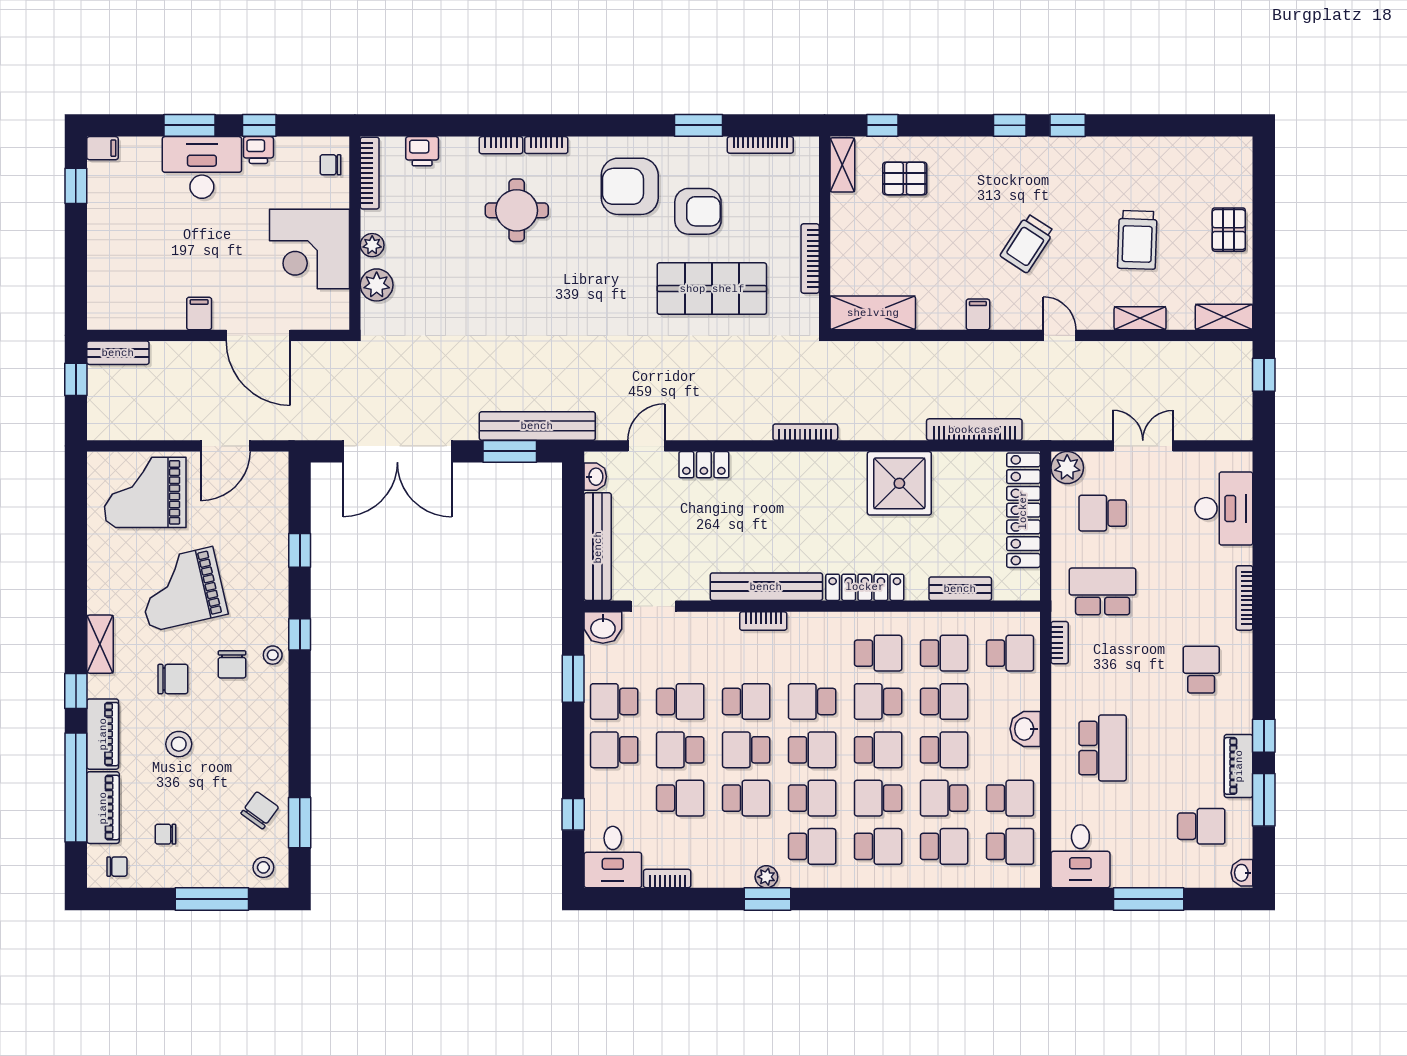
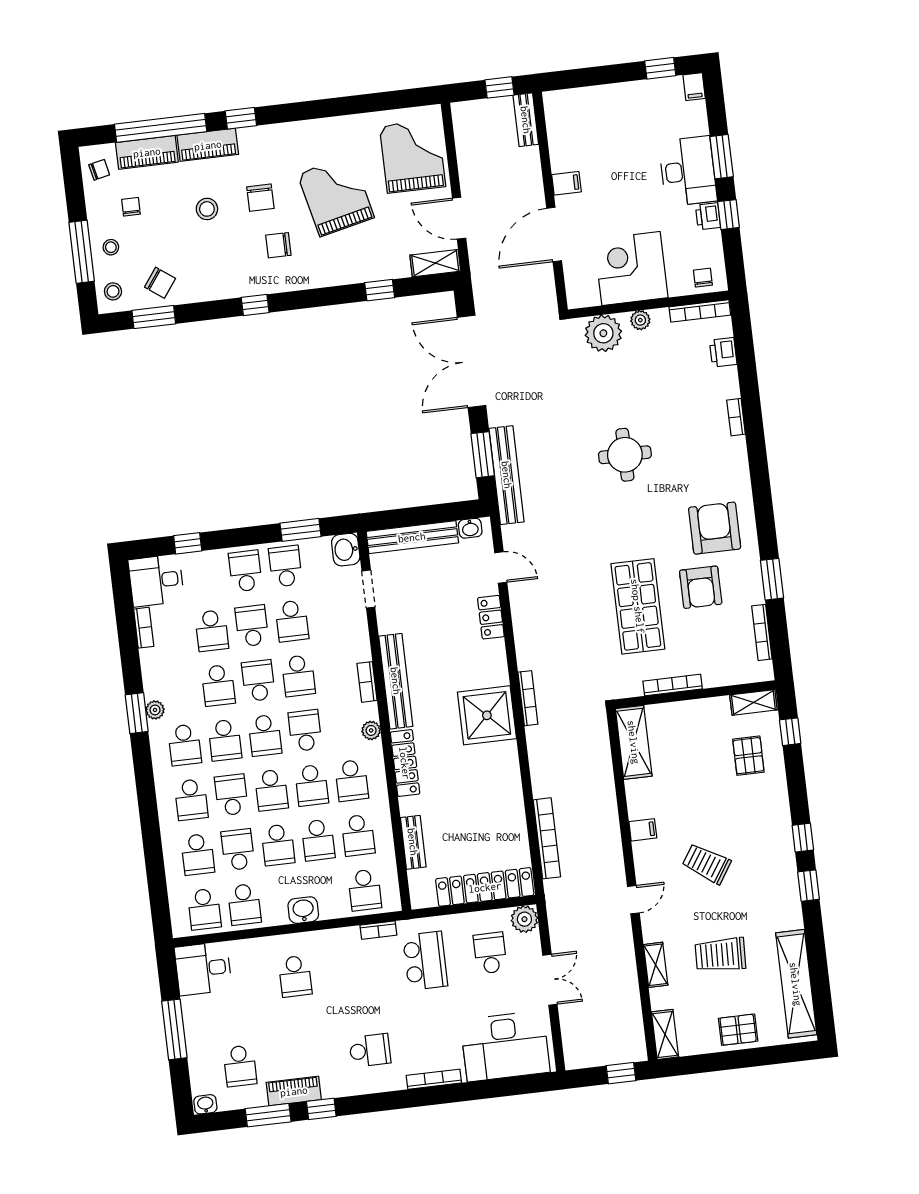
bookcase: (546, 145) -> (741, 455), removed
shelving: (1182, 154) -> (796, 984), added
round table: (517, 210) -> (625, 455), moved
plant: (377, 285) -> (603, 333), width x1.36, depth x1.36
shower: (899, 483) -> (487, 715), moved
desk: (1224, 508) -> (505, 1046), width x1.36, depth x1.30
plant: (821, 623) -> (371, 730), added
window: (300, 634) -> (255, 305), moved
shelving: (100, 644) -> (435, 263), moved
stool: (273, 655) -> (111, 247), moved
school desk: (878, 701) -> (312, 785), turned 180
school desk: (1103, 748) -> (295, 976), width x0.54
chair: (117, 867) -> (99, 170), turned -102

